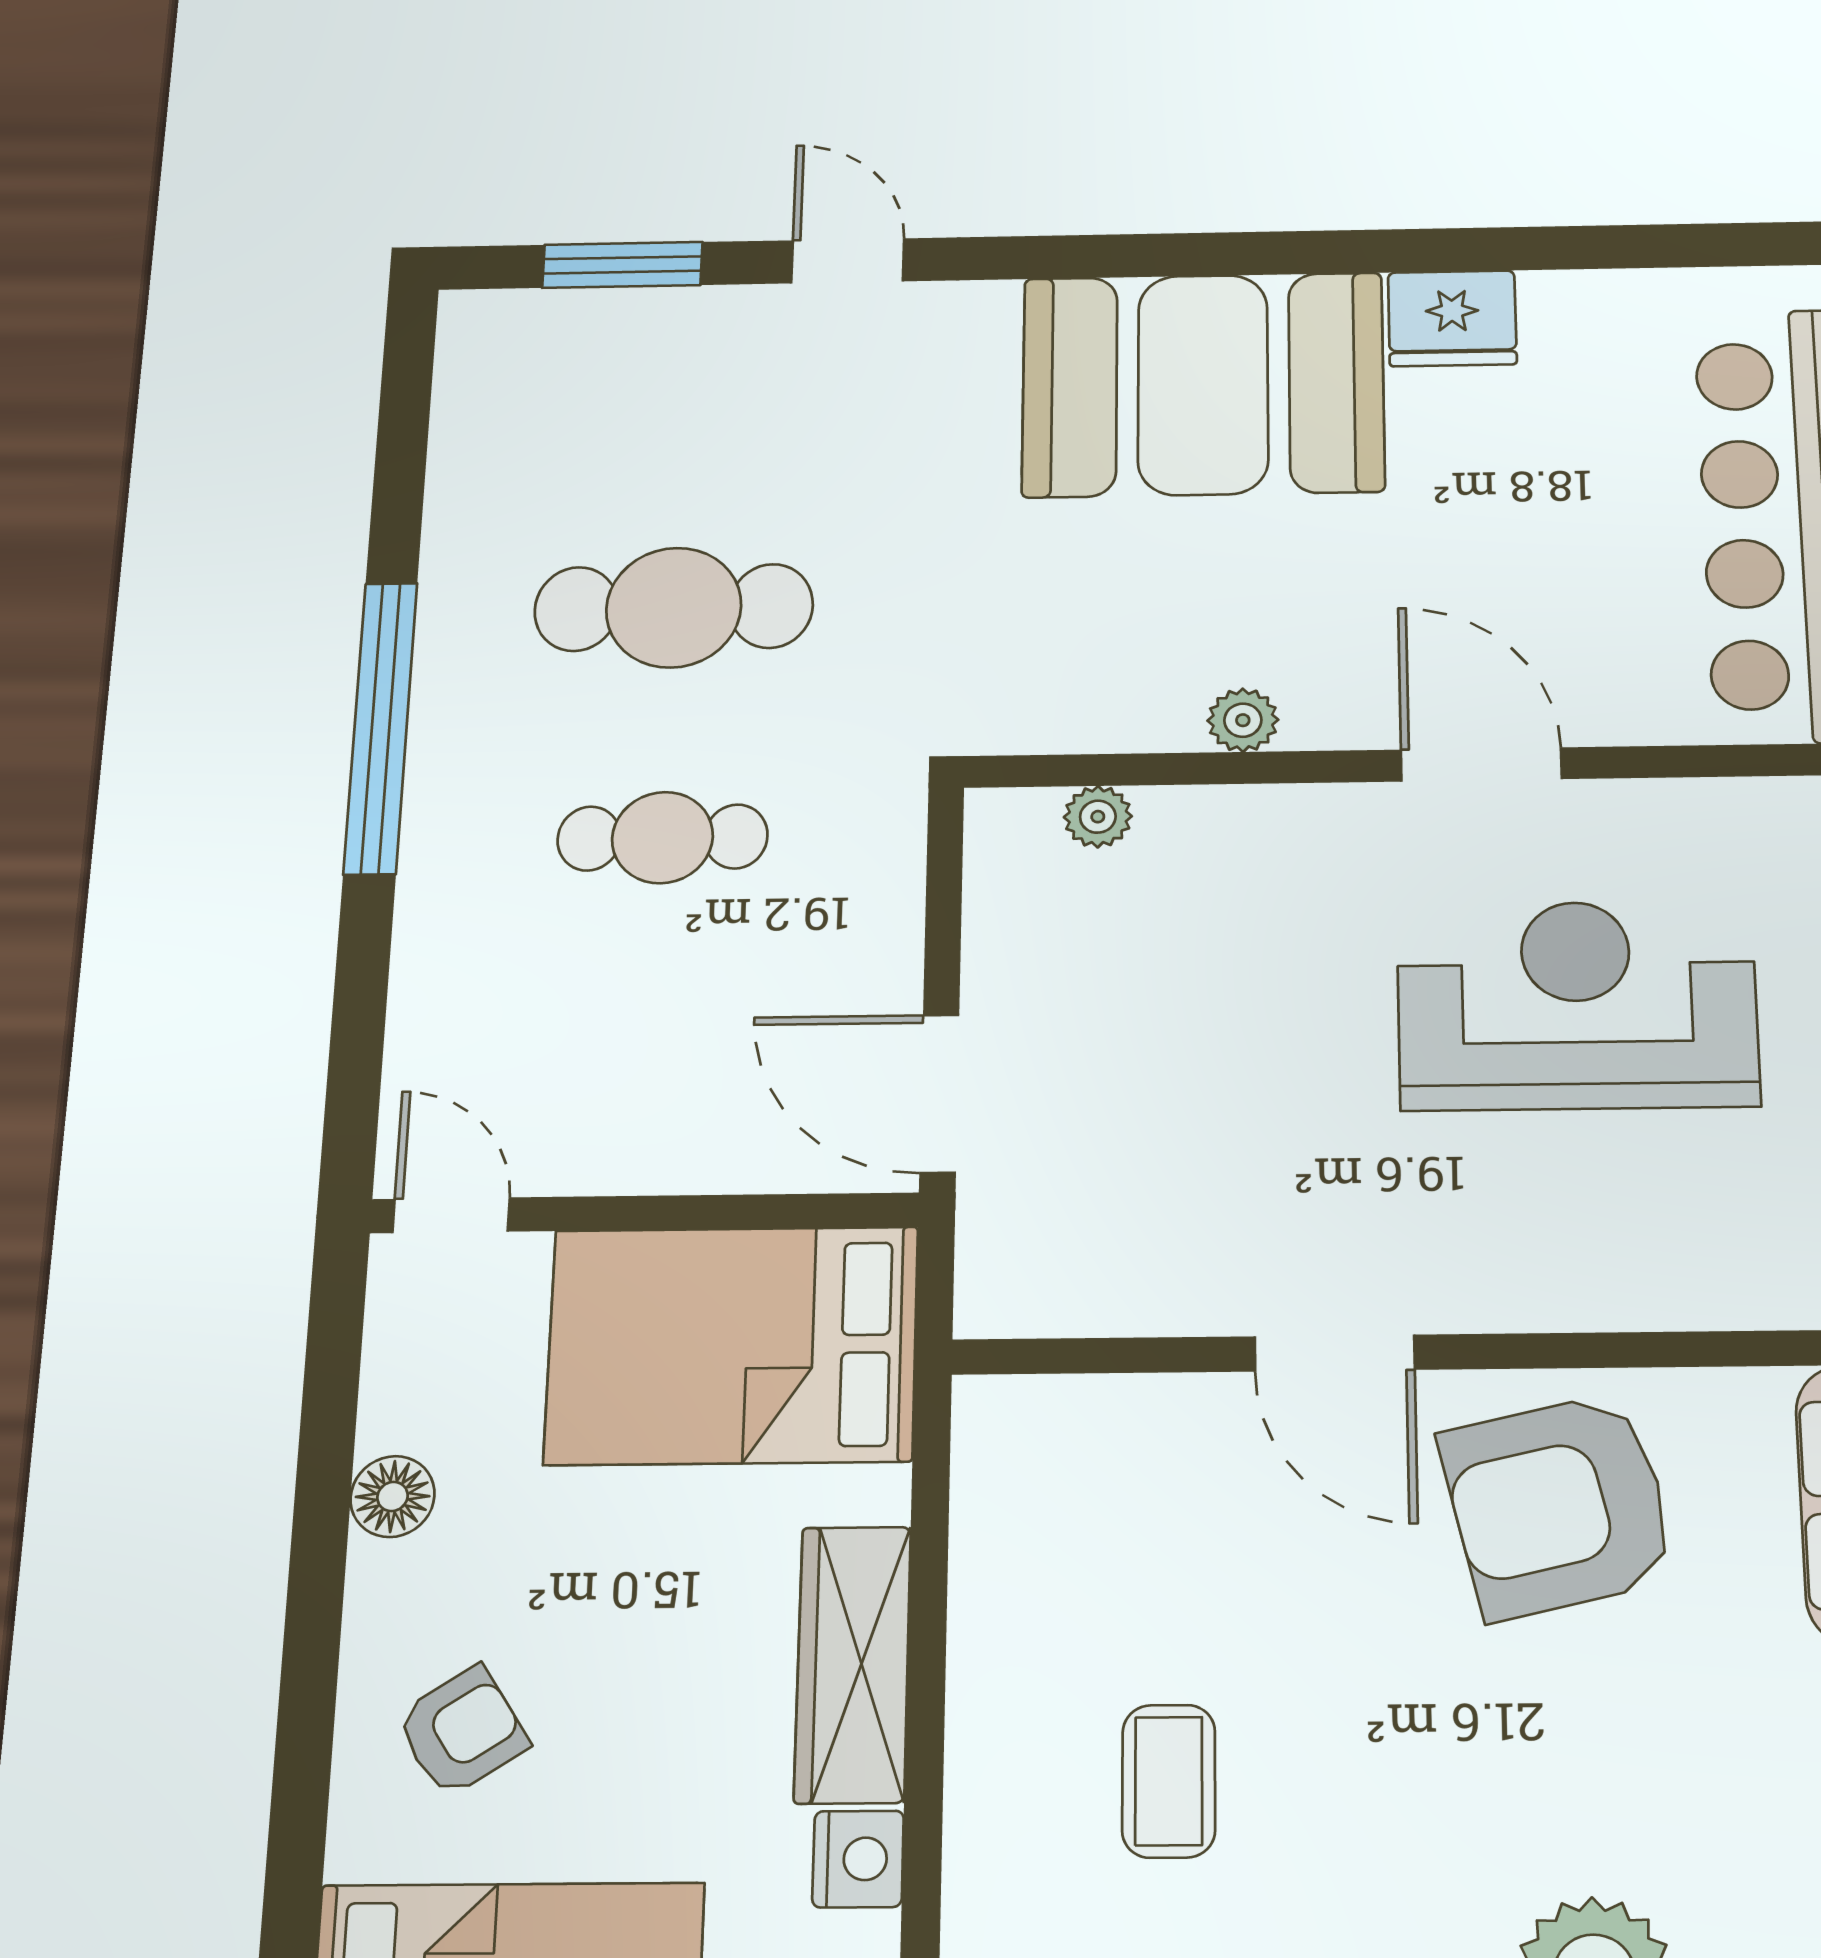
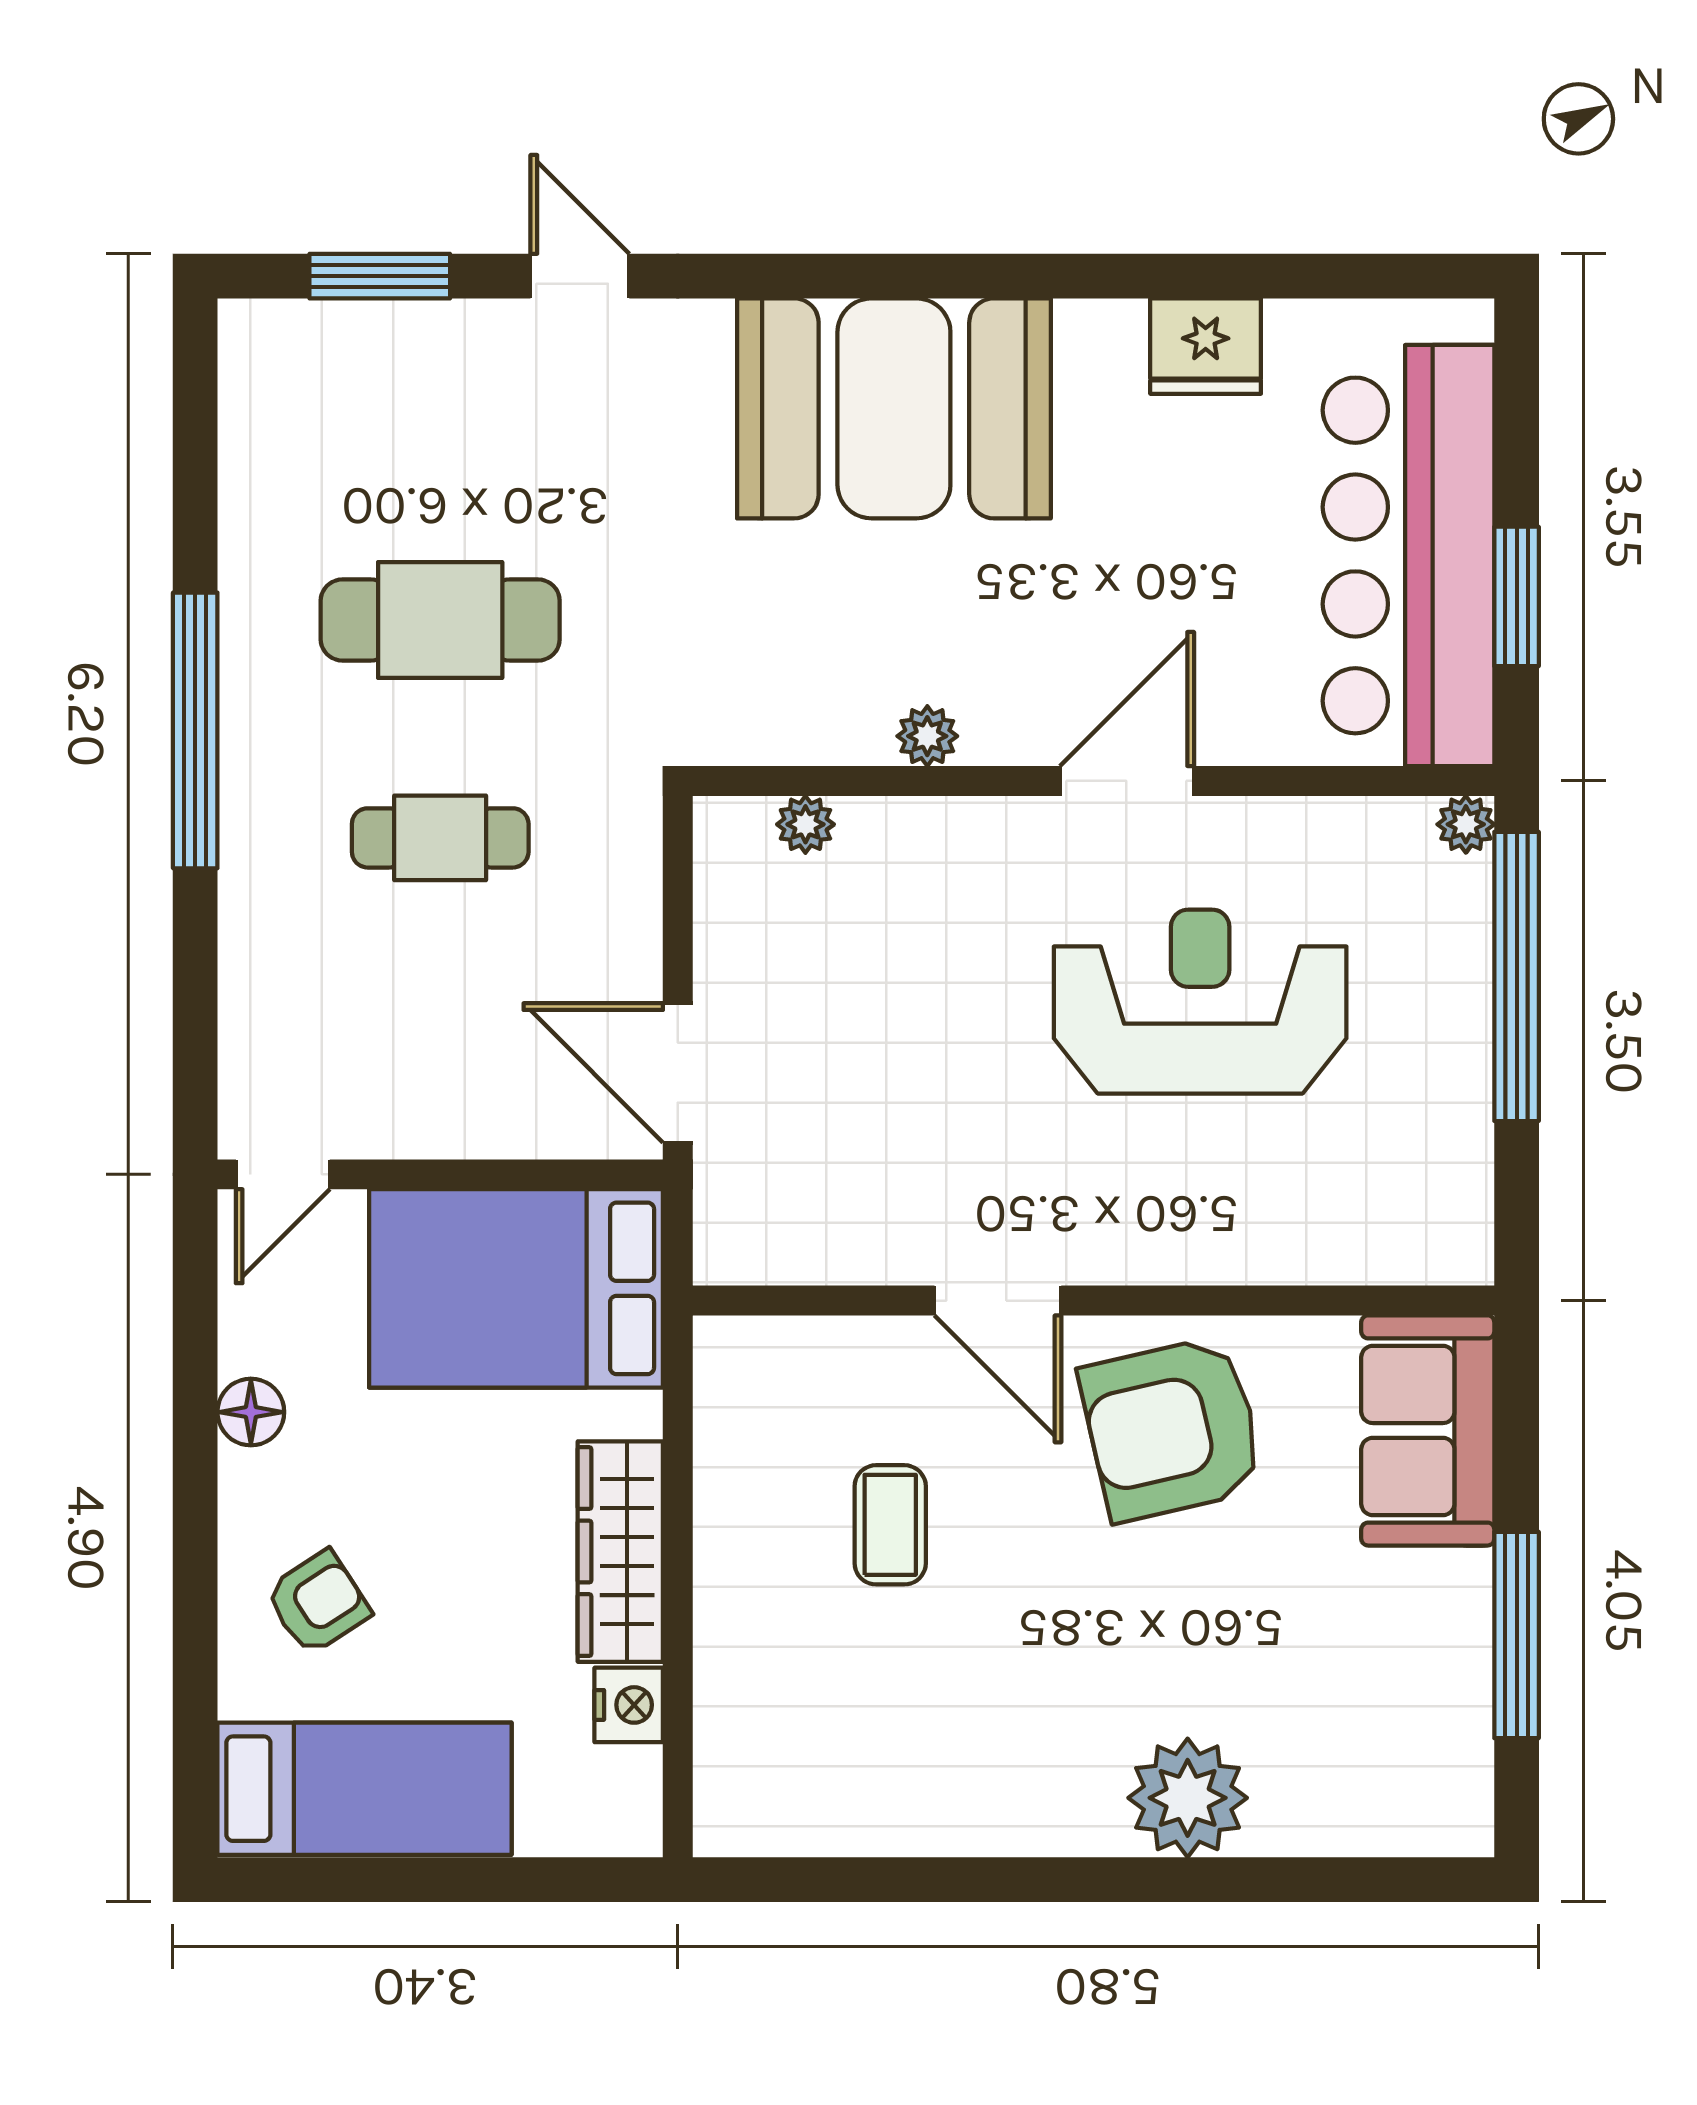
fridge: (1452, 318) -> (1206, 346), moved
door: (1481, 764) -> (1127, 781), hinge flipped
door: (451, 1215) -> (283, 1174), swing flipped
coffee table: (1169, 1781) -> (890, 1525), moved

